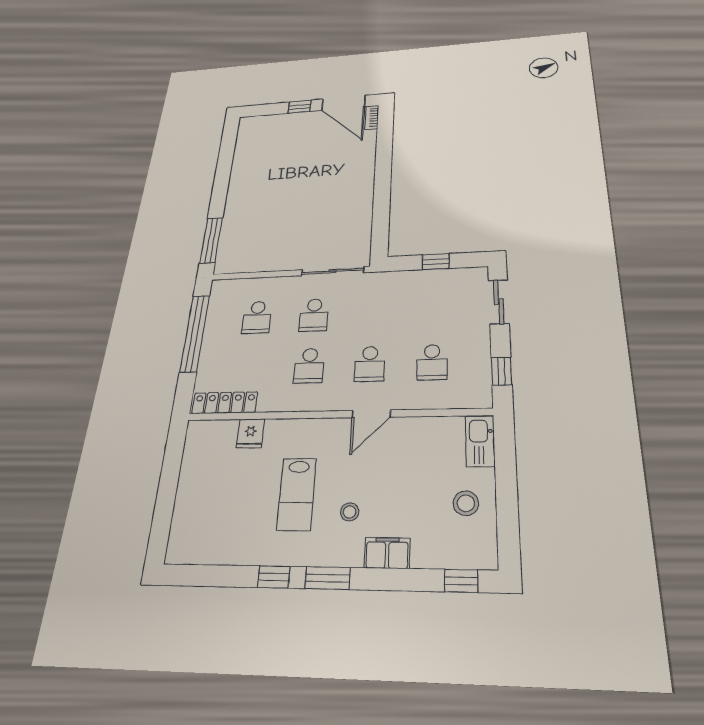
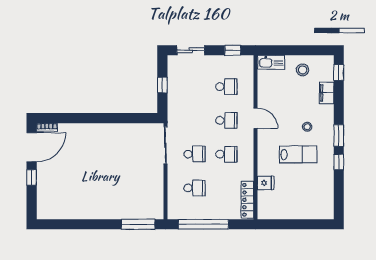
filing cabinet: (387, 553) -> (327, 93), moved

